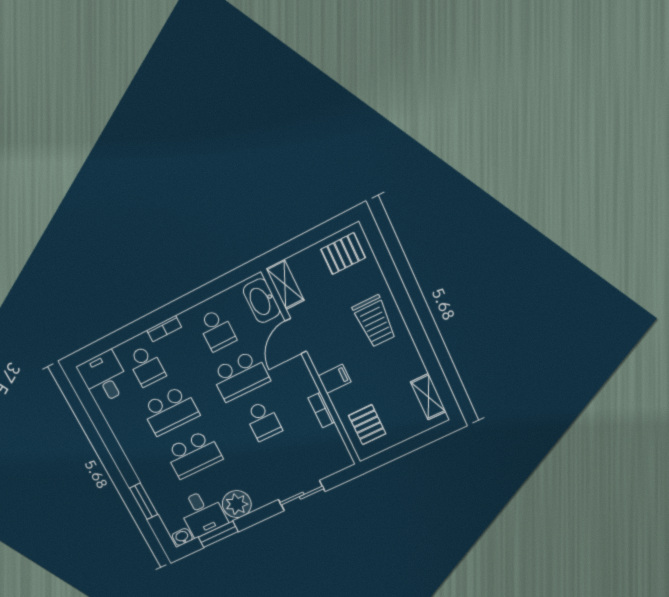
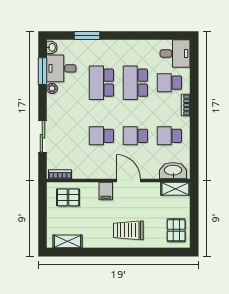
door: (296, 336) -> (128, 180), moved
school desk: (240, 376) -> (135, 136), width x0.54
bookcase: (321, 410) -> (60, 174), moved
plant: (237, 504) -> (52, 88), width x0.53, depth x0.53

